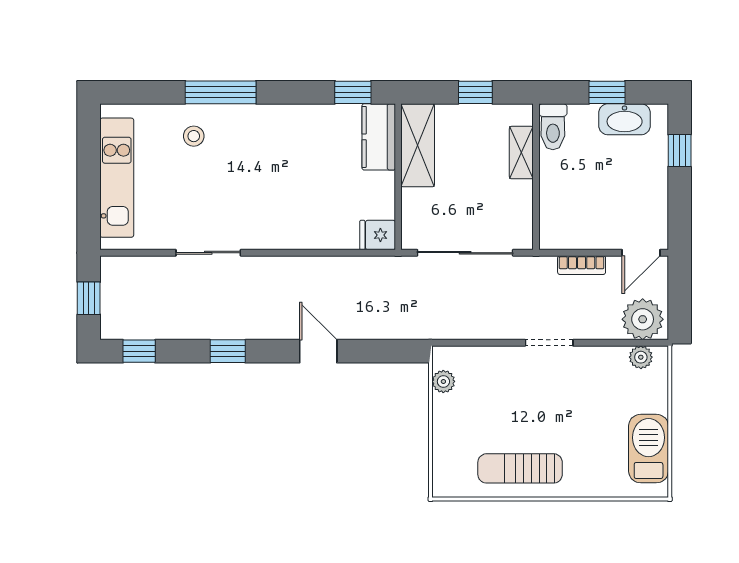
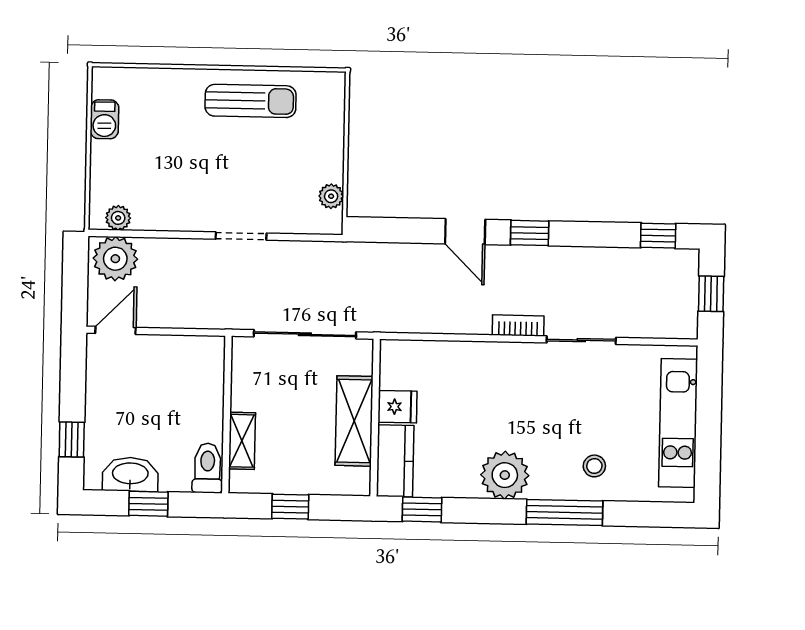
plant: (277, 126) -> (505, 475), added
shelving: (418, 145) -> (354, 421), moved
fridge: (378, 235) -> (398, 407), moved
bookcase: (582, 265) -> (518, 326), moved
doorway: (549, 343) -> (241, 236), moved
window: (228, 351) -> (530, 233), moved
barbecue: (649, 449) -> (104, 119), width x0.53, depth x0.65

